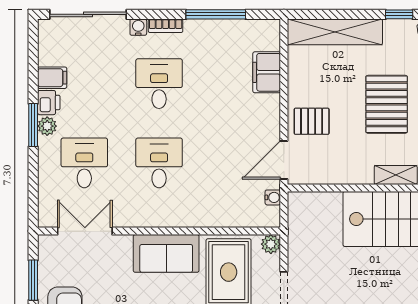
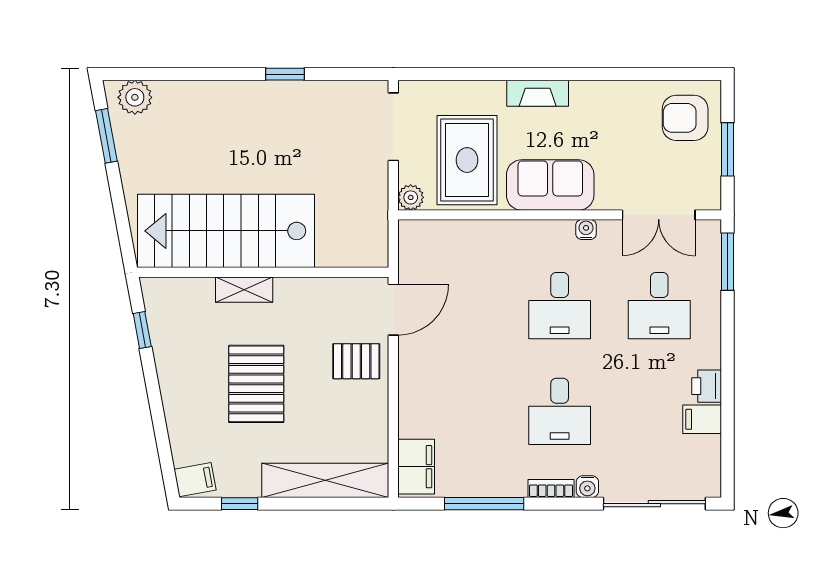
filing cabinet: (267, 72) -> (416, 467), moved
window: (33, 125) -> (728, 262), moved
plant: (47, 126) -> (709, 355), removed
water cooler: (273, 197) -> (586, 229), moved, turned 90

